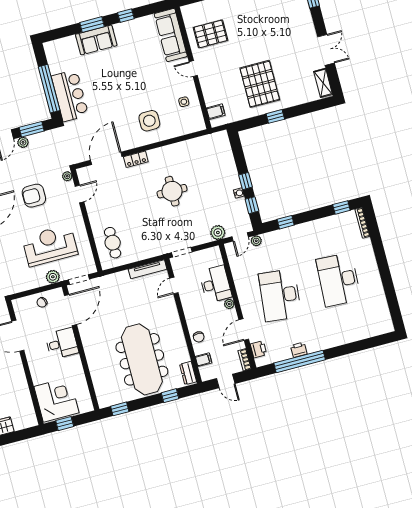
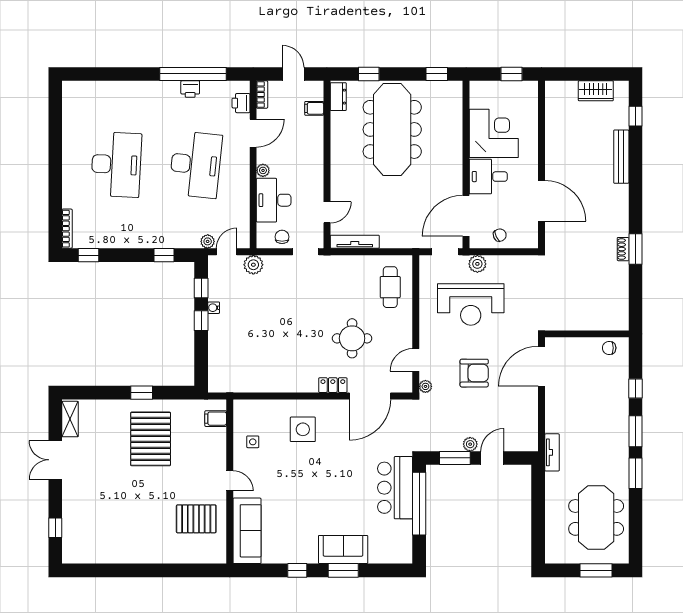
round table: (172, 191) -> (352, 338), moved
chair: (199, 337) -> (282, 237), moved
corner desk: (56, 400) -> (494, 133), moved, turned 180

